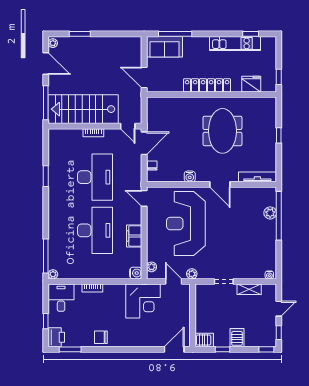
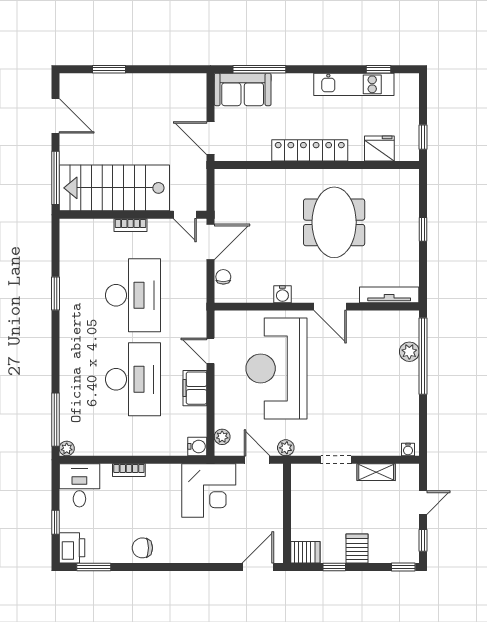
plant: (53, 43) -> (66, 84), removed
door: (144, 198) -> (210, 351), moved

